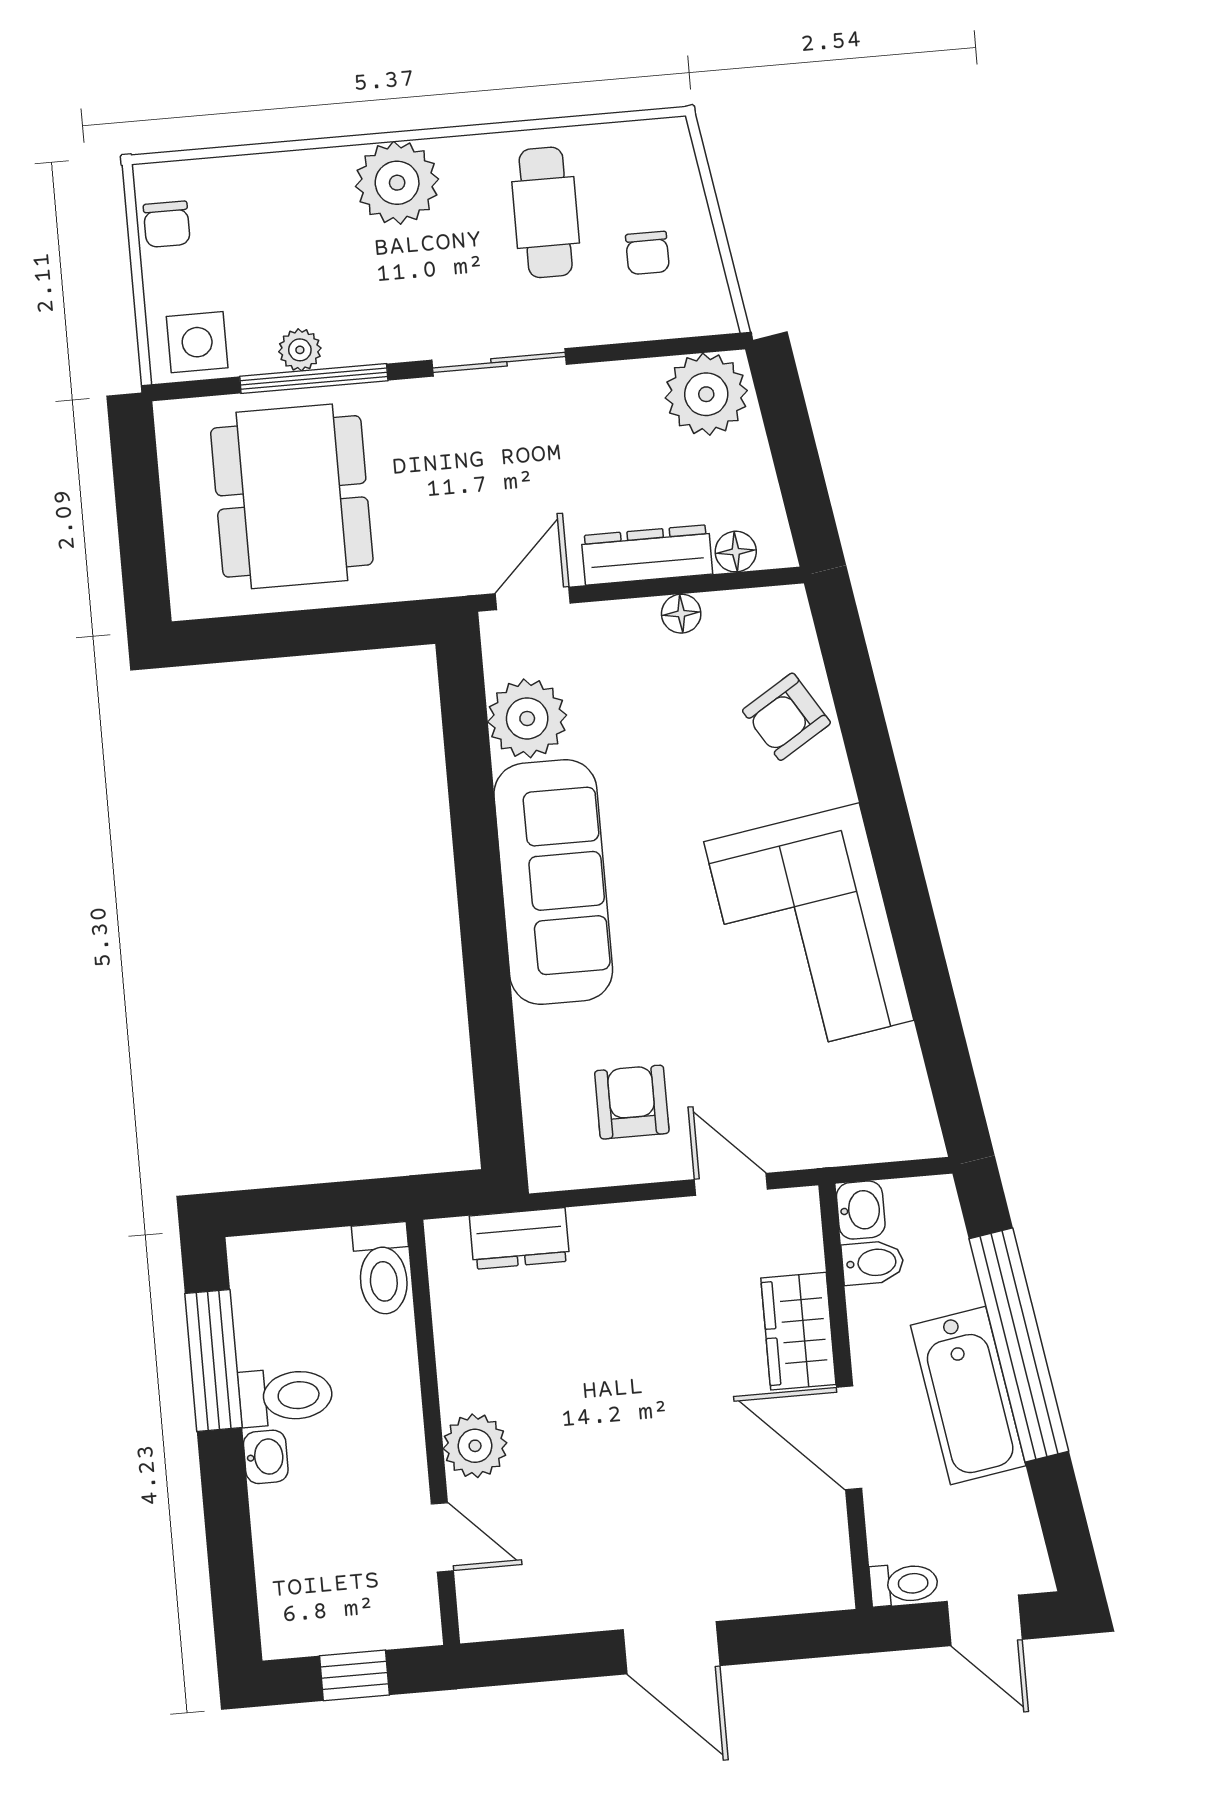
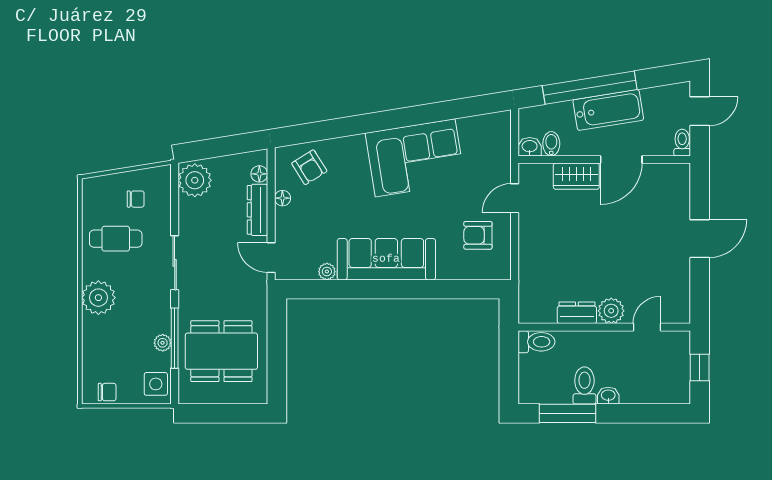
armchair: (786, 717) -> (309, 167), moved
plant: (527, 718) -> (327, 272), width x0.53, depth x0.53
dresser: (519, 1238) -> (577, 313), moved, turned -90

